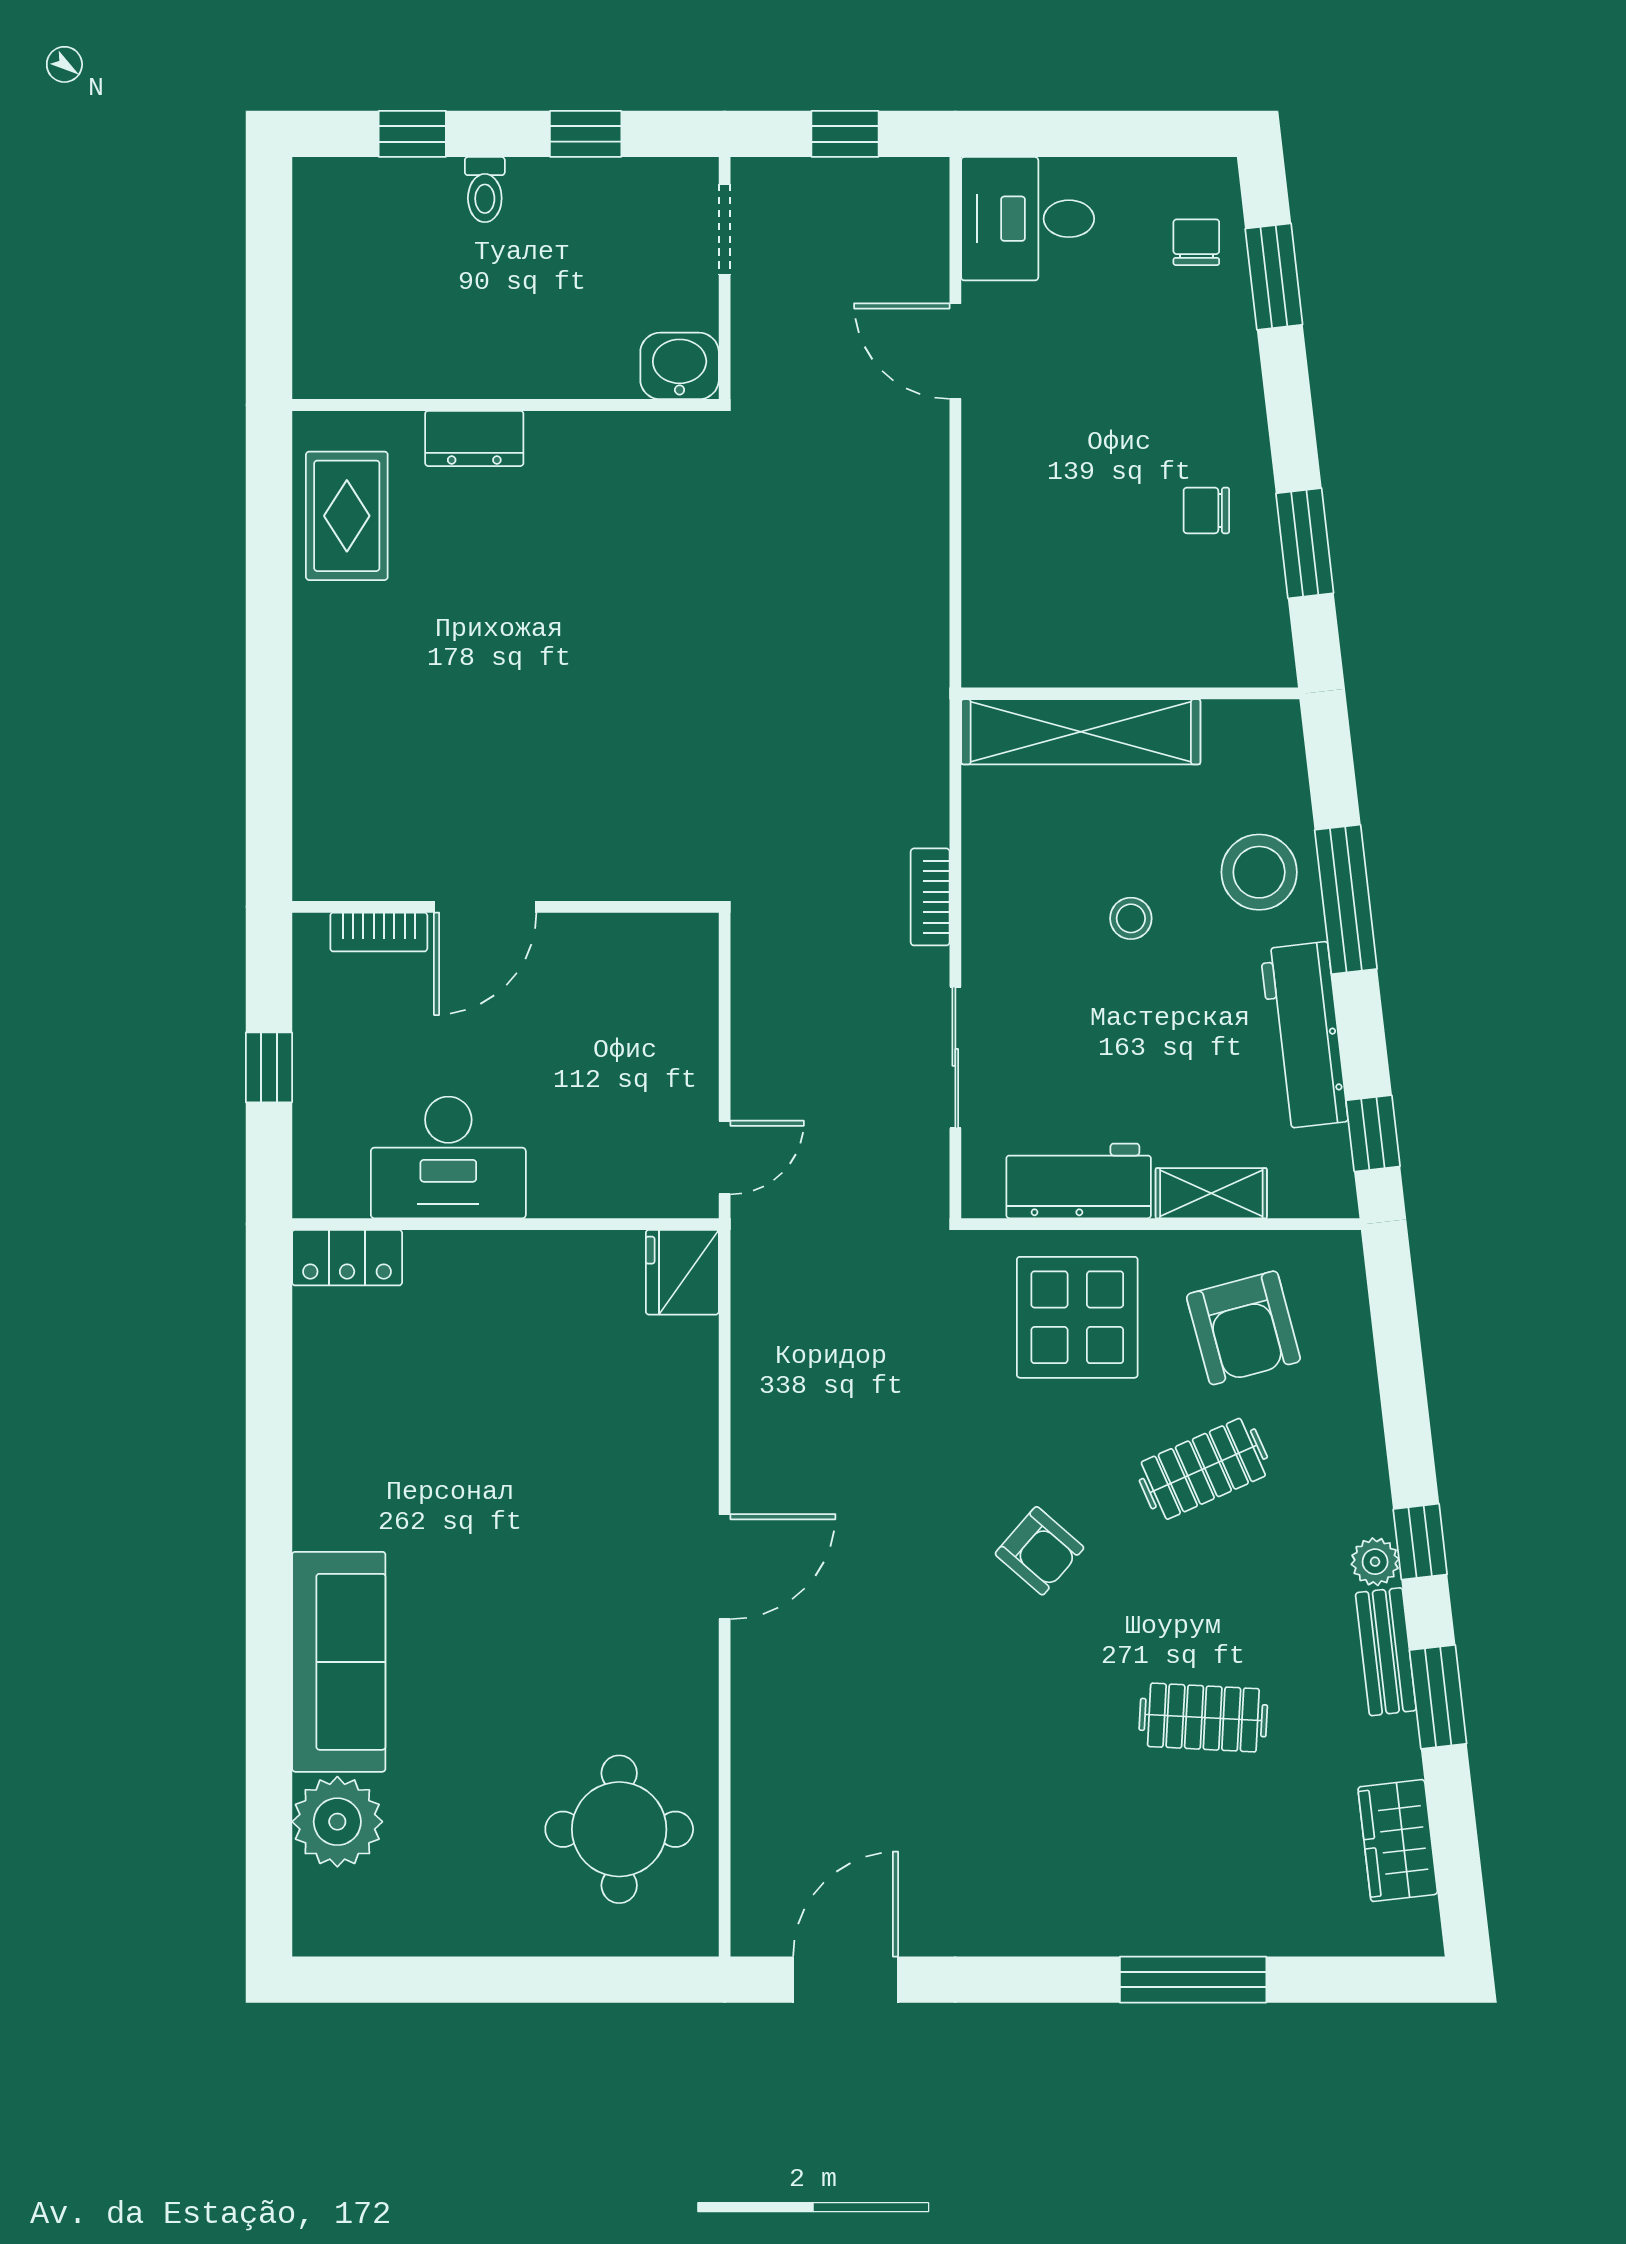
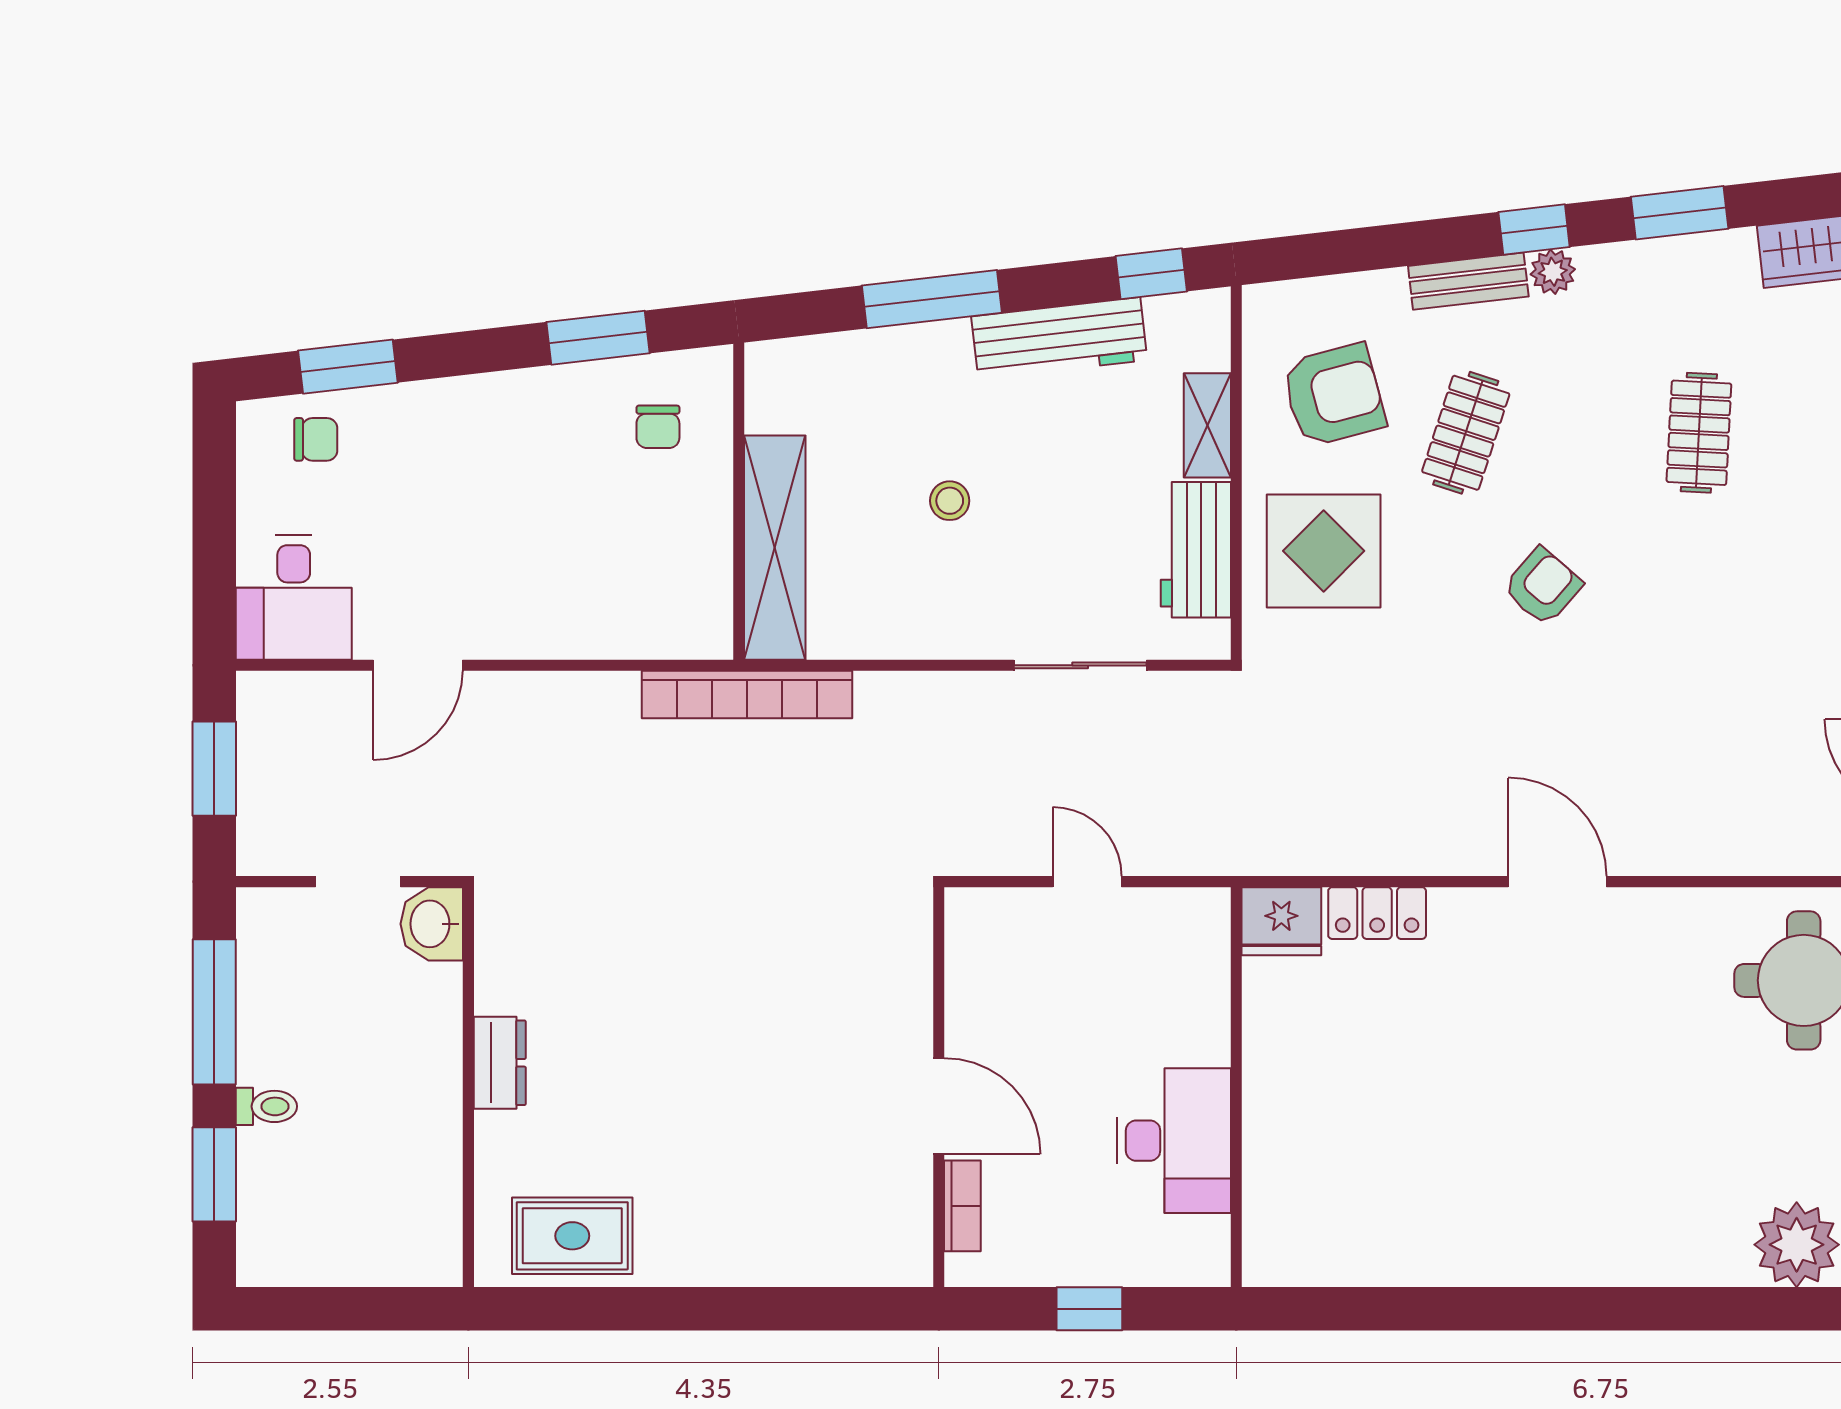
window: (412, 134) -> (214, 1174), width x1.50
window: (586, 134) -> (214, 1012), width x2.17
window: (845, 134) -> (214, 769), width x1.50
doorway: (725, 229) -> (358, 882), moved
chair: (1196, 242) -> (316, 439), turned 180
dresser: (474, 438) -> (500, 1063), moved
chair: (1206, 510) -> (658, 427), moved
stool: (1259, 872) -> (906, 380), removed
bookcase: (930, 897) -> (747, 695), moved, width x2.31, depth x1.31
door: (725, 1157) -> (1087, 882), moved
locker: (347, 1258) -> (1377, 913), moved, turned 90
clothes rail: (1203, 1469) -> (1466, 433), turned 42
bench: (1386, 1652) -> (1468, 281), moved
sofa: (339, 1662) -> (1647, 1243), removed

